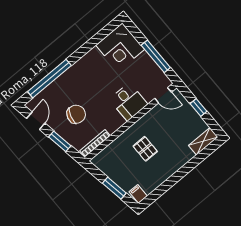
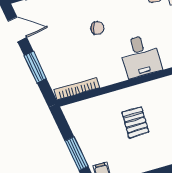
chair: (76, 114) -> (97, 28), moved, width x0.54, depth x0.54
door: (36, 121) -> (17, 29), hinge flipped

